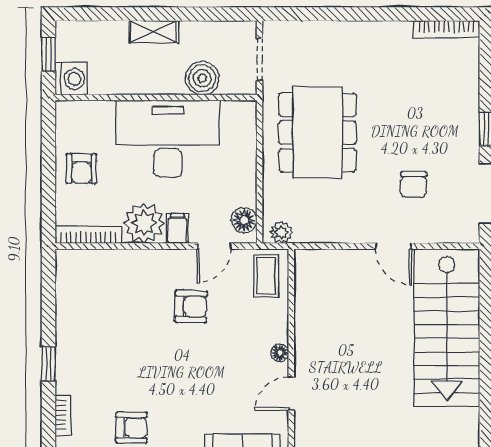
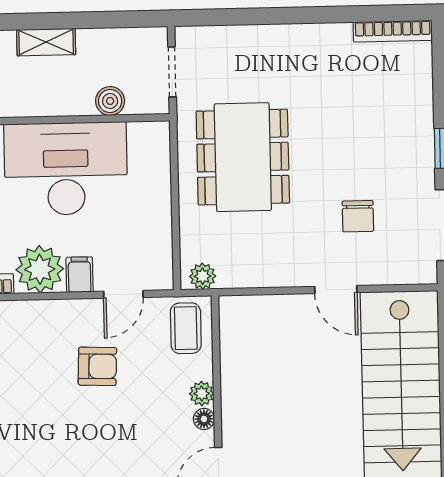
boiler: (202, 78) -> (110, 101), width x0.73, depth x0.73
floor lamp: (244, 220) -> (158, 263), removed
plant: (278, 331) -> (202, 394), added

